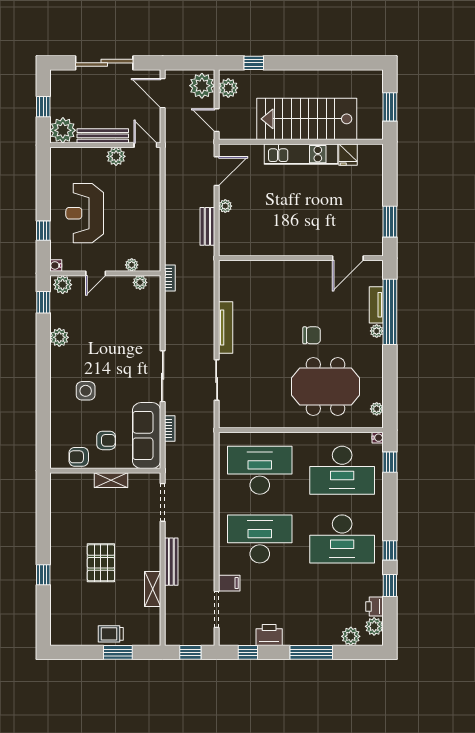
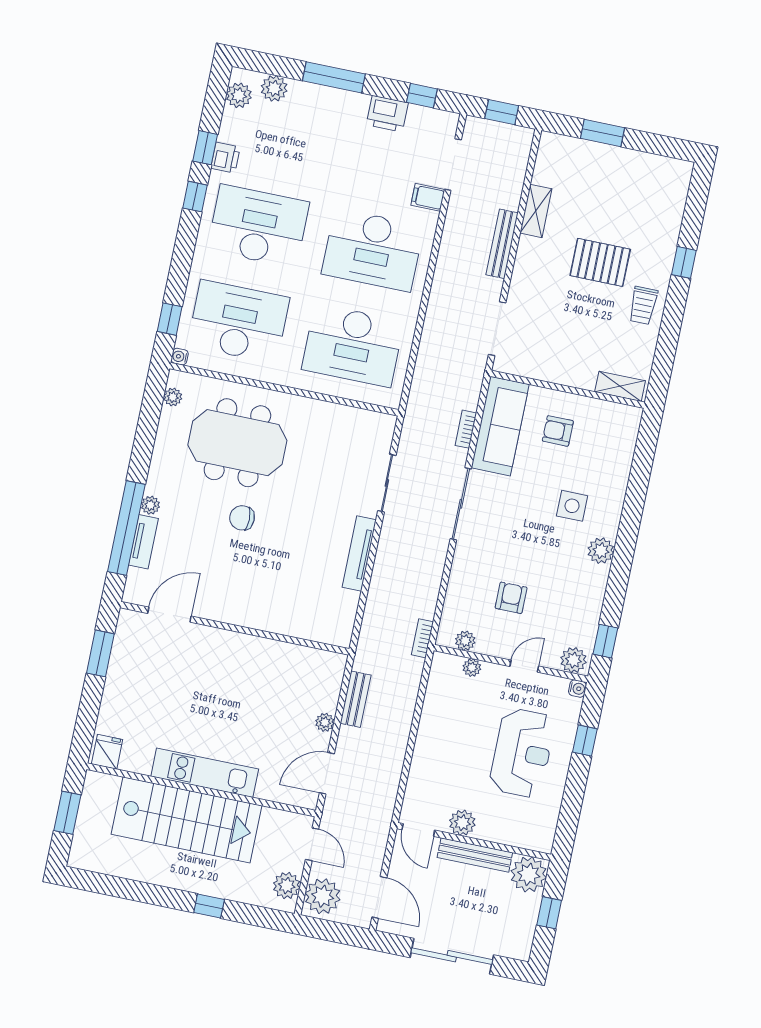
window: (254, 63) -> (209, 906), moved
fridge: (348, 155) -> (107, 752), moved
plant: (59, 337) -> (601, 551), moved
armchair: (79, 457) -> (511, 598), moved, turned -90
shelving: (111, 480) -> (620, 386), moved
pallet: (101, 563) -> (600, 262), turned 90
printer: (375, 607) -> (225, 158), moved
trolley: (111, 634) -> (643, 305), moved, turned 90

